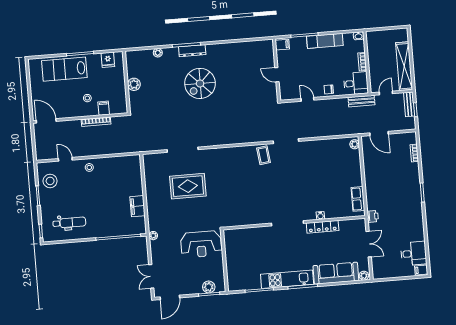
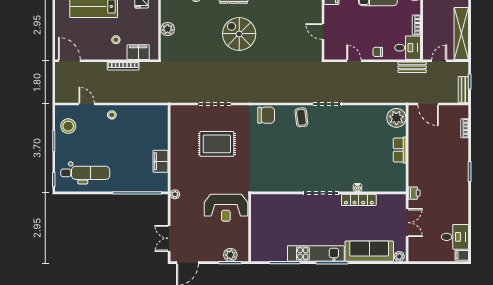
spiral stairs: (200, 83) -> (239, 34), turned 90
bench: (409, 104) -> (463, 90), moved
filing cabinet: (104, 108) -> (138, 52), width x2.00
plant: (355, 144) -> (396, 118), width x1.87, depth x1.87
chair: (231, 156) -> (266, 115), added
row of seats: (358, 199) -> (400, 150), moved
dental chair: (69, 223) -> (85, 173), width x1.36, depth x1.38

